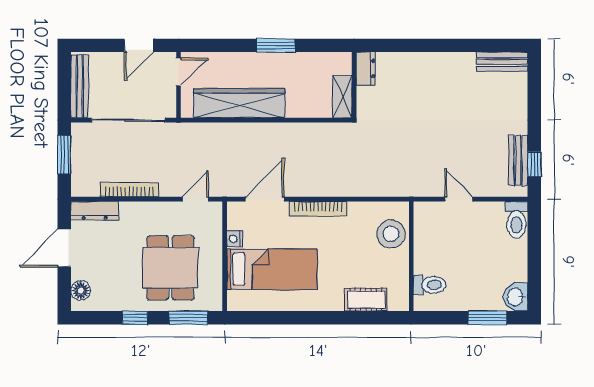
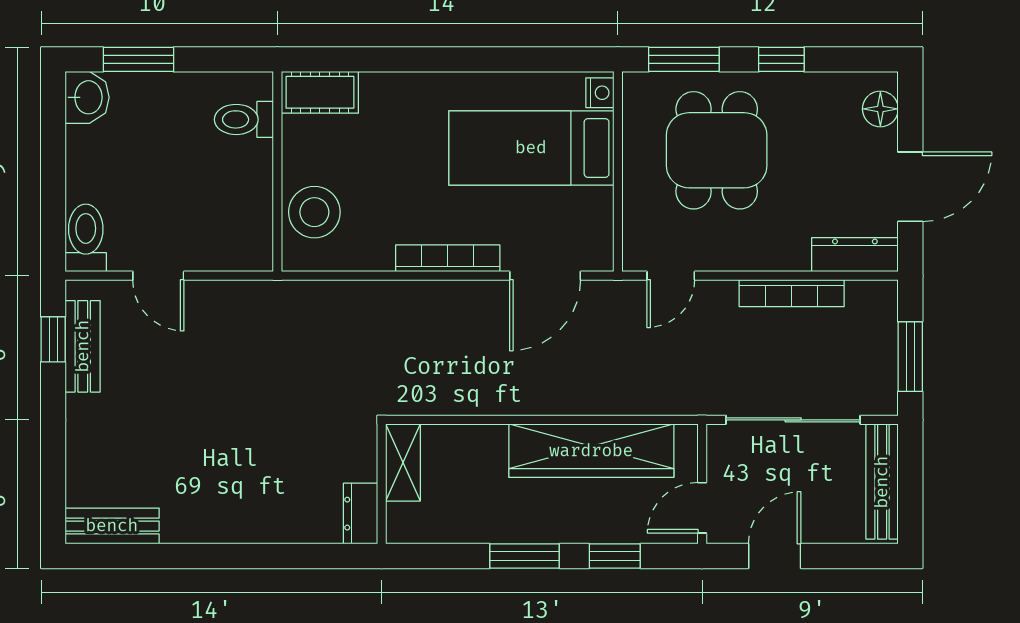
window: (226, 45) -> (615, 556), added
door: (459, 199) -> (158, 276), moved
nightstand: (235, 239) -> (600, 93), moved
cot: (366, 300) -> (320, 92), moved

